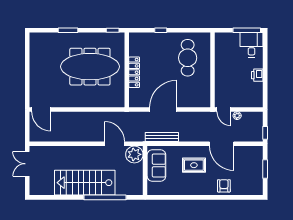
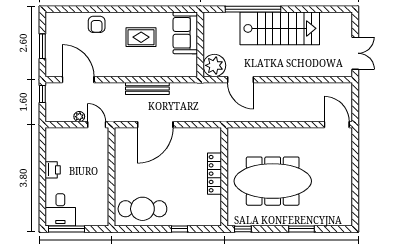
cafe table: (188, 58) -> (142, 209), moved, turned 90
door: (163, 109) -> (155, 125), moved
bench: (162, 137) -> (147, 88), moved
door: (222, 144) -> (78, 80), moved
sofa: (156, 165) -> (185, 33), moved
rug: (194, 165) -> (141, 37), moved

